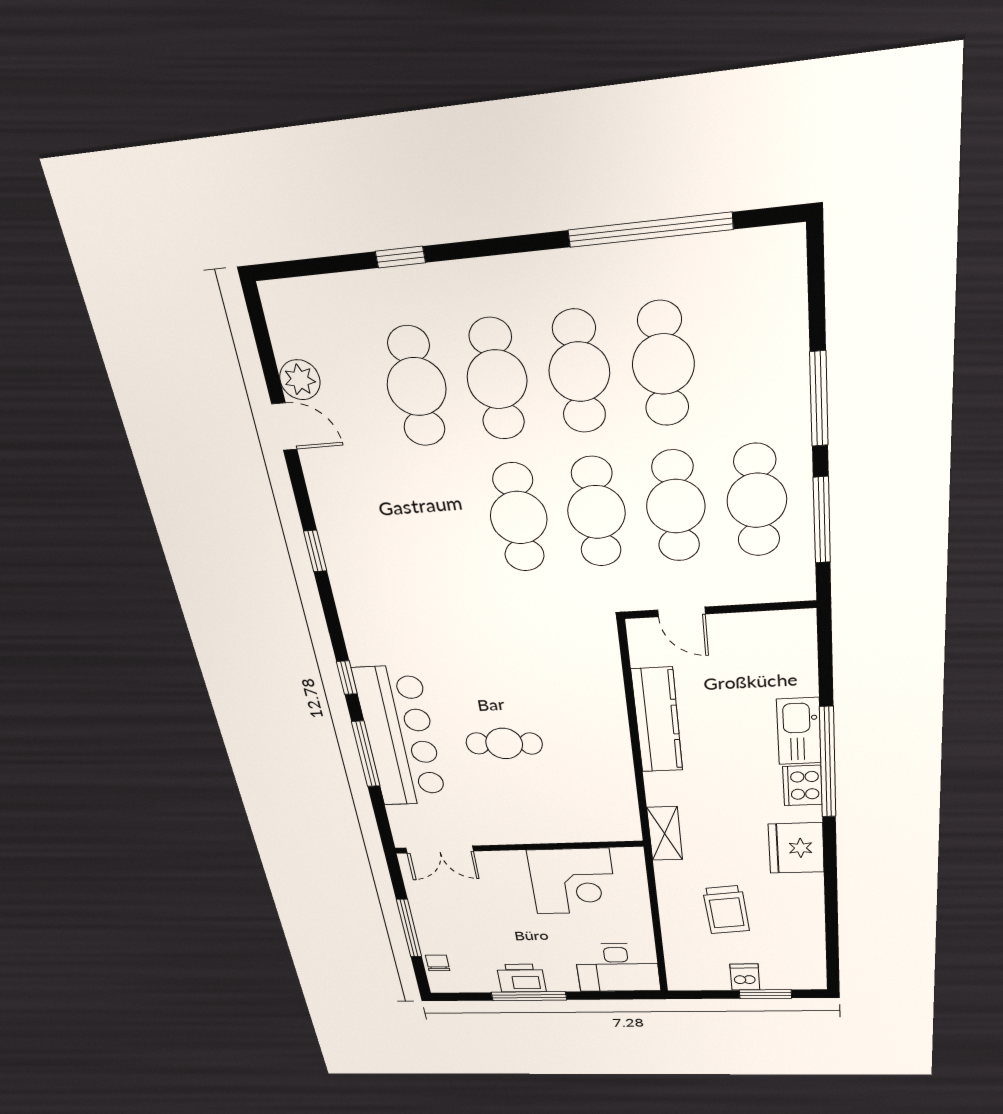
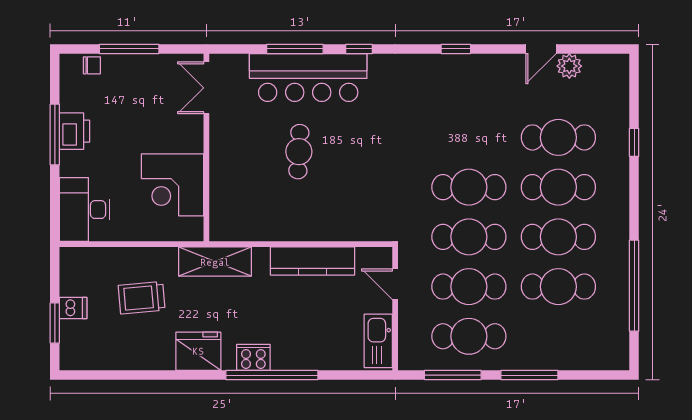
door: (682, 612) -> (395, 284), hinge flipped
kitchen sink: (799, 731) -> (378, 341), moved, turned -90
shelving: (665, 834) -> (215, 262), width x1.50, depth x1.33

